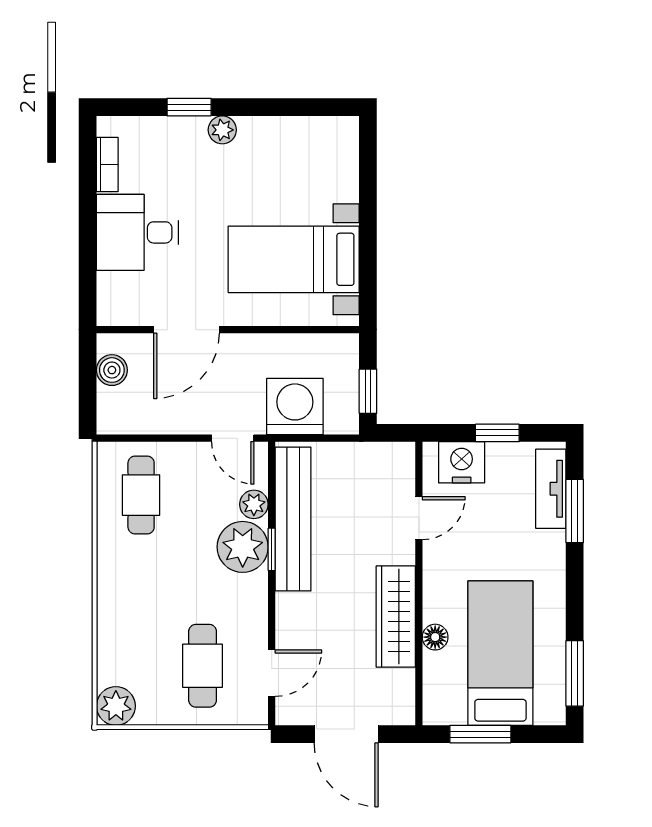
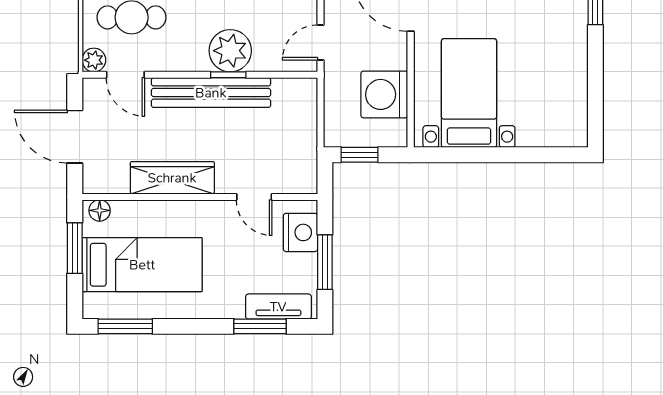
plant: (222, 130) -> (576, 34), removed
washing machine: (295, 406) -> (384, 94), moved, turned 180
window: (497, 433) -> (325, 262), width x1.50
plant: (254, 504) -> (94, 60), moved
bench: (293, 519) -> (211, 93), moved
floor lamp: (435, 637) -> (100, 210), moved
door: (346, 734) -> (75, 137), hinge flipped

